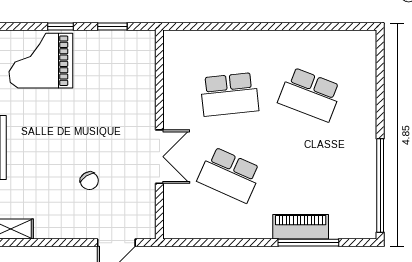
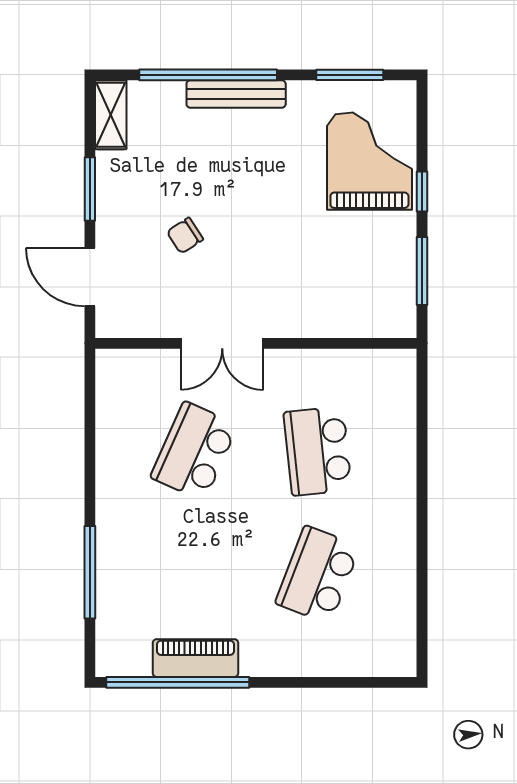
window: (112, 27) -> (422, 271), width x1.50
piano: (301, 227) -> (195, 658), moved, turned -90
window: (59, 243) -> (90, 189), added

